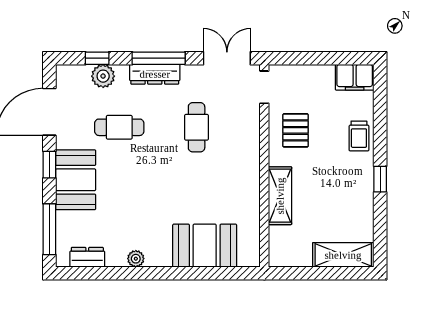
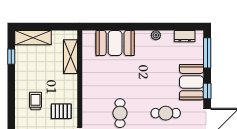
pallet: (296, 130) -> (61, 111), turned 90
trolley: (359, 136) -> (36, 101), moved
window: (380, 179) -> (11, 57), moved
shelving: (280, 196) -> (70, 57), moved

